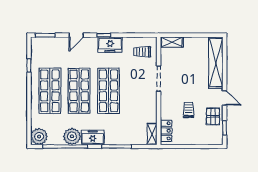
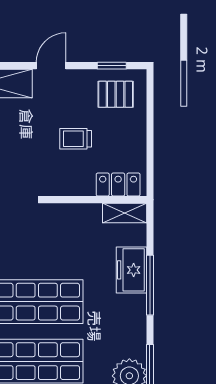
pallet: (213, 116) -> (116, 94), moved
freezer: (93, 137) -> (132, 270), moved

